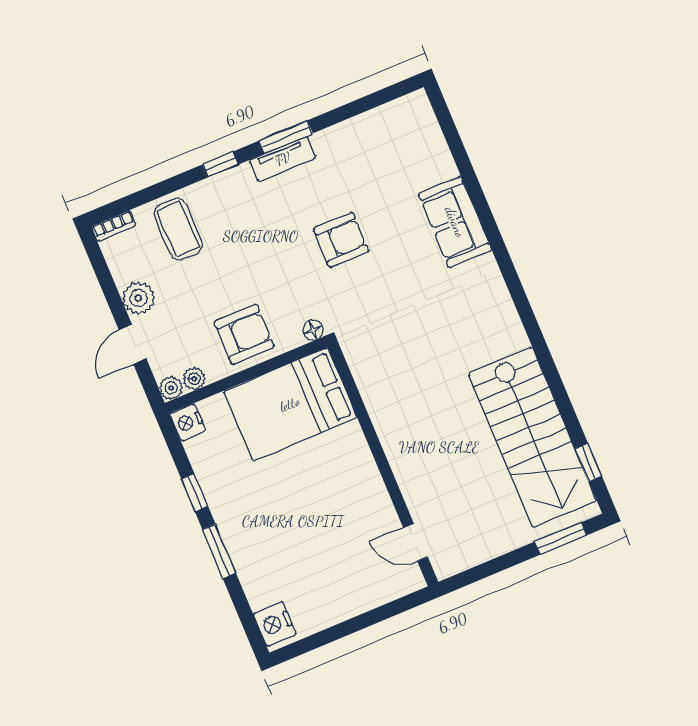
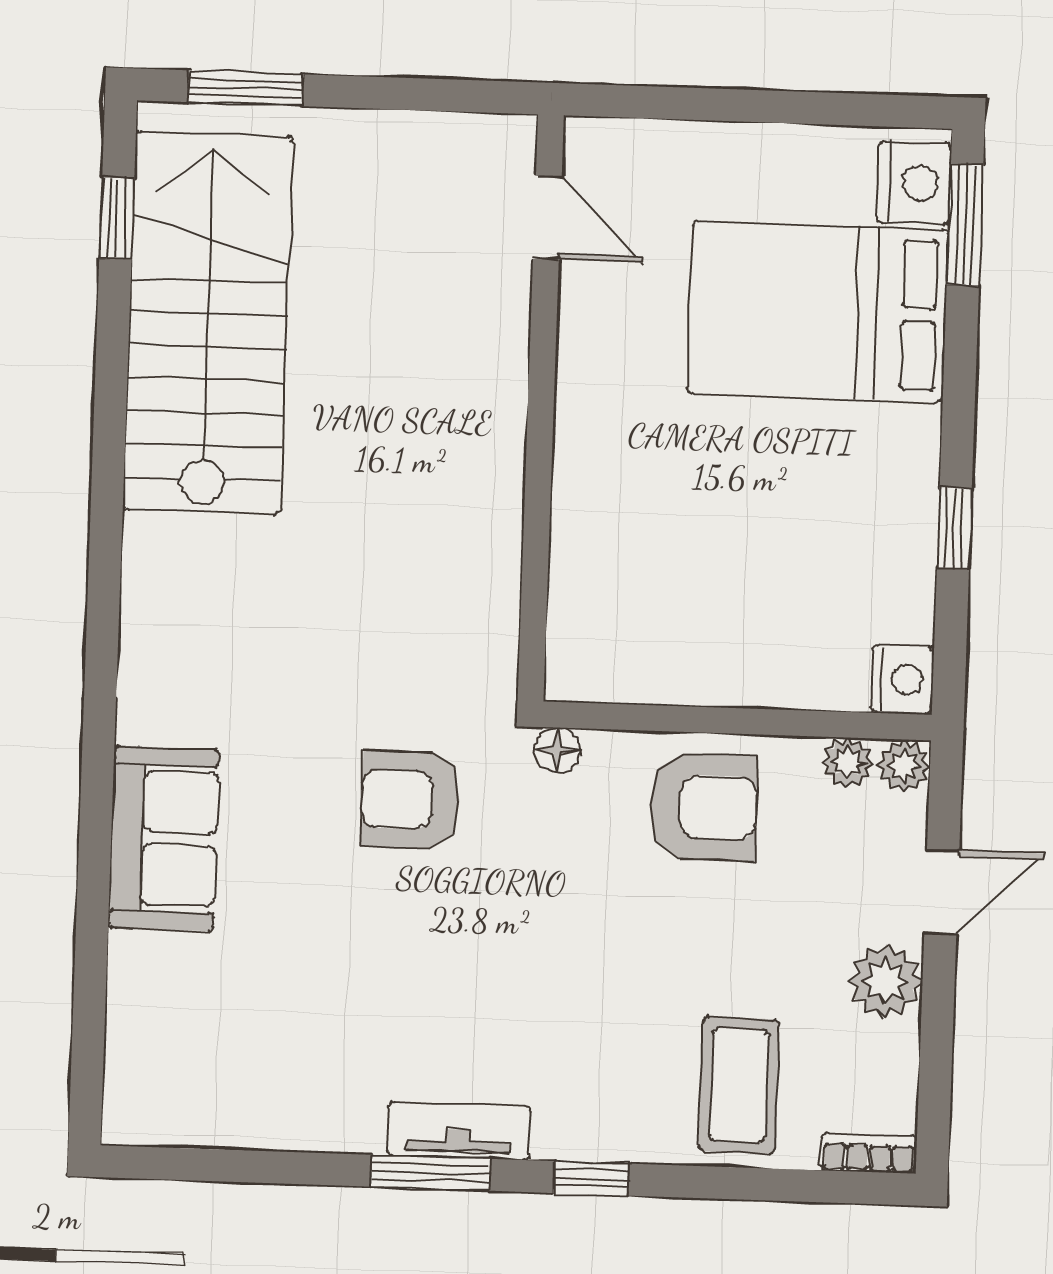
armchair: (341, 240) -> (411, 800), moved
armchair: (244, 334) -> (703, 807), turned 180
bed: (290, 404) -> (818, 312), moved, turned 180
window: (219, 551) -> (965, 225), moved

